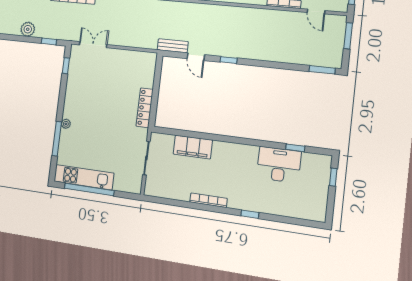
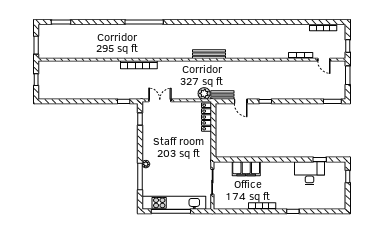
plant: (28, 29) -> (204, 93), moved
locker: (145, 108) -> (206, 117), moved
kitchen unit: (84, 177) -> (174, 203), width x1.36

